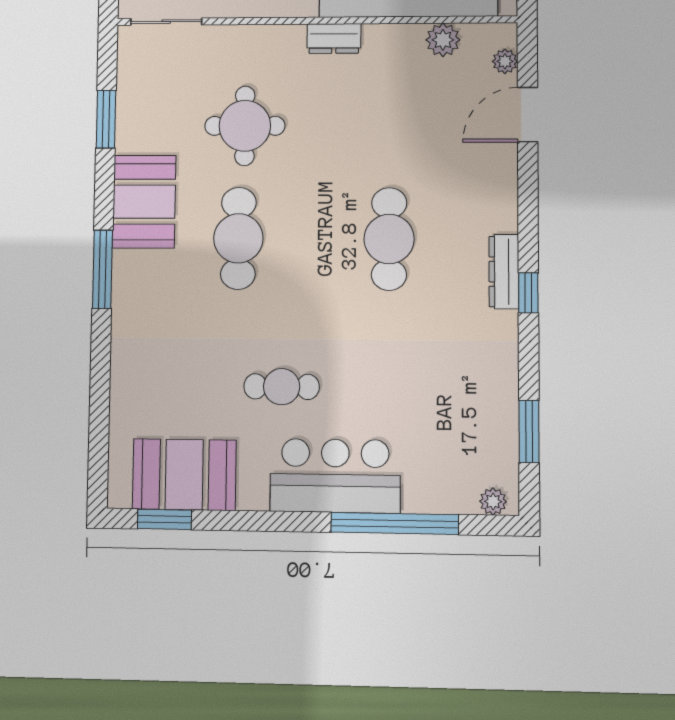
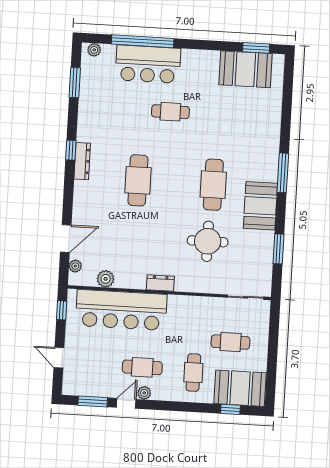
cafe table: (282, 387) -> (170, 112), moved
bar counter: (335, 476) -> (148, 64), moved

